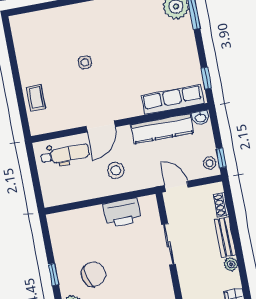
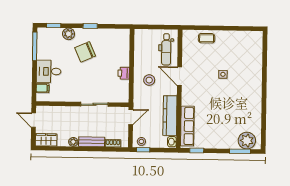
printer: (122, 213) -> (124, 73), width x0.53, depth x0.68
chair: (93, 274) -> (85, 52), turned 83

